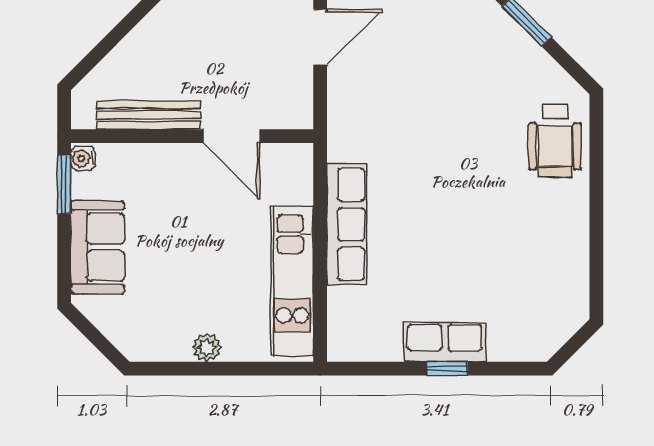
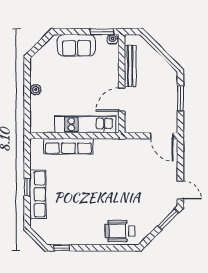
row of seats: (346, 224) -> (68, 146), moved
kitchen unit: (292, 281) -> (85, 124), moved
window: (596, 284) -> (62, 248), added
row of seats: (445, 342) -> (38, 194), width x1.48

